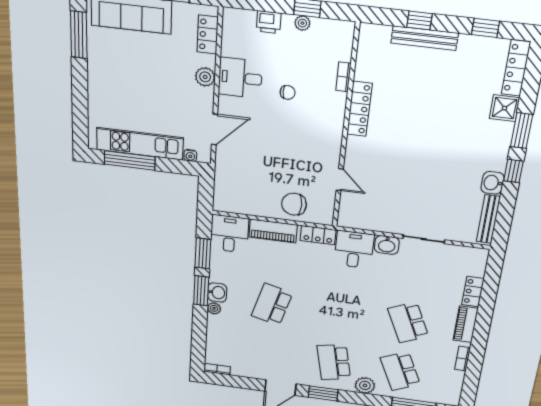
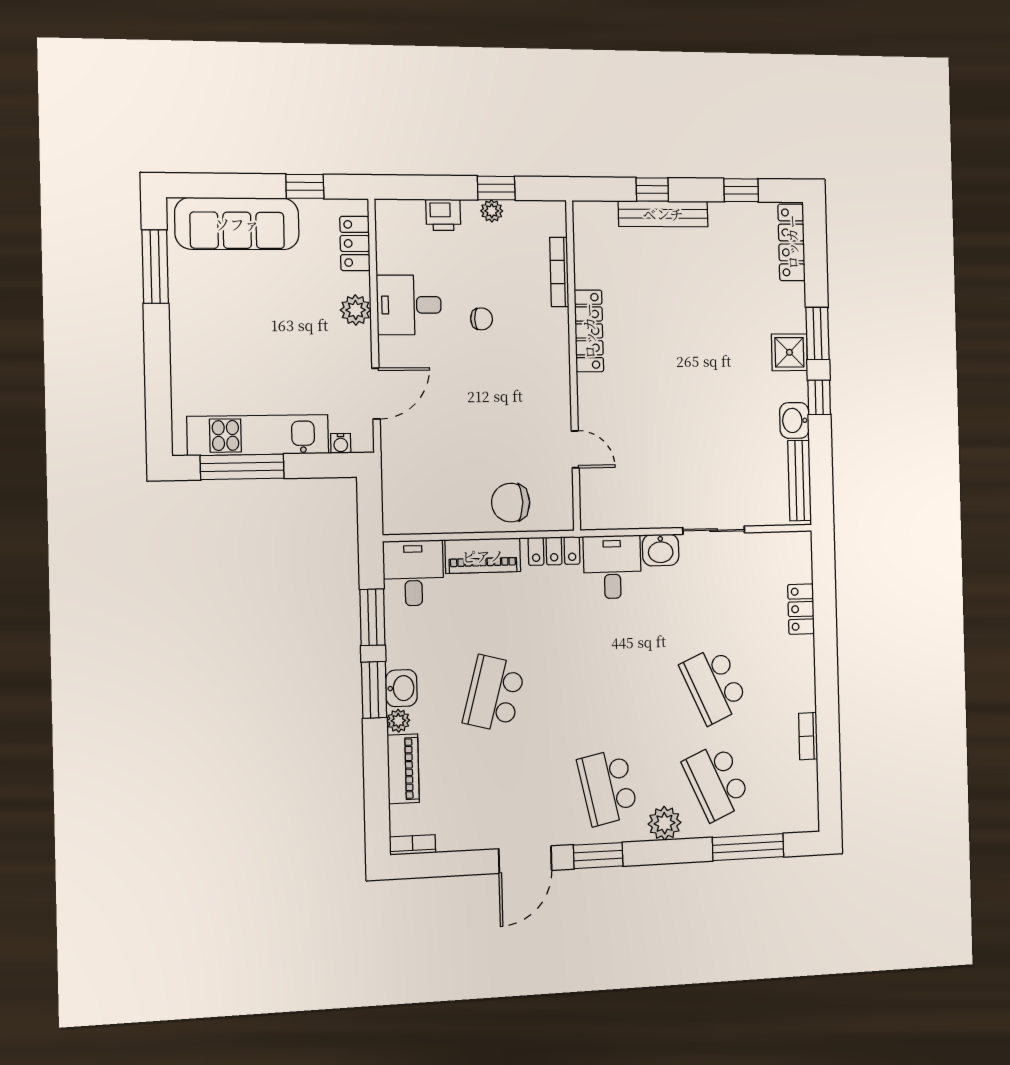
bookcase: (343, 77) -> (559, 272), width x1.56
shower: (504, 108) -> (789, 352), moved
piano: (466, 324) -> (403, 769), moved, turned 180

